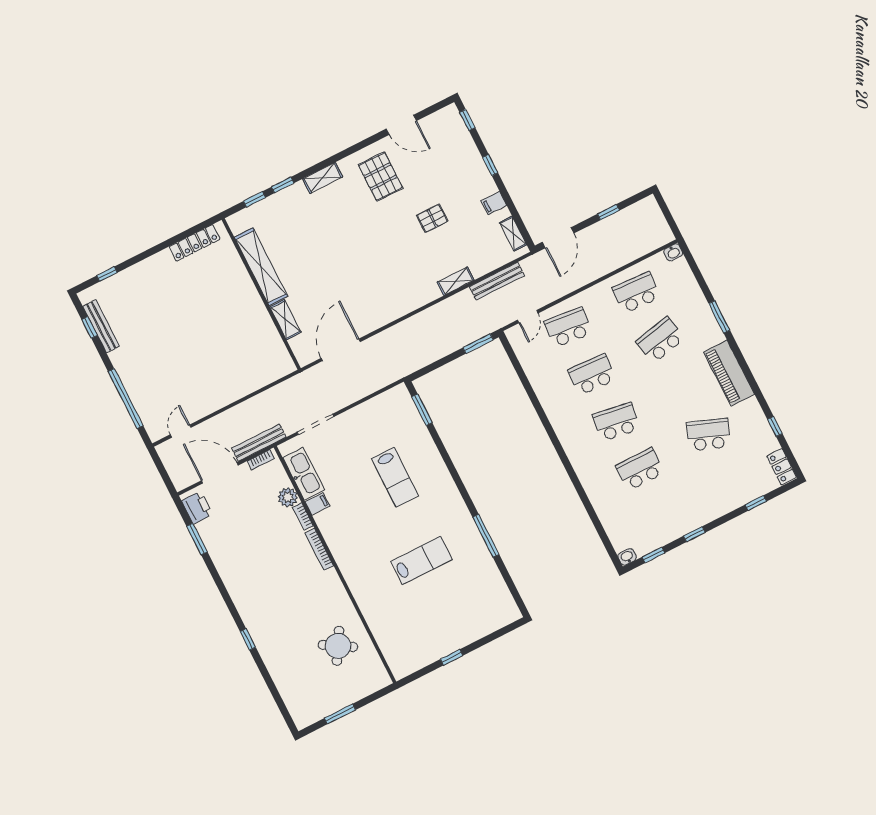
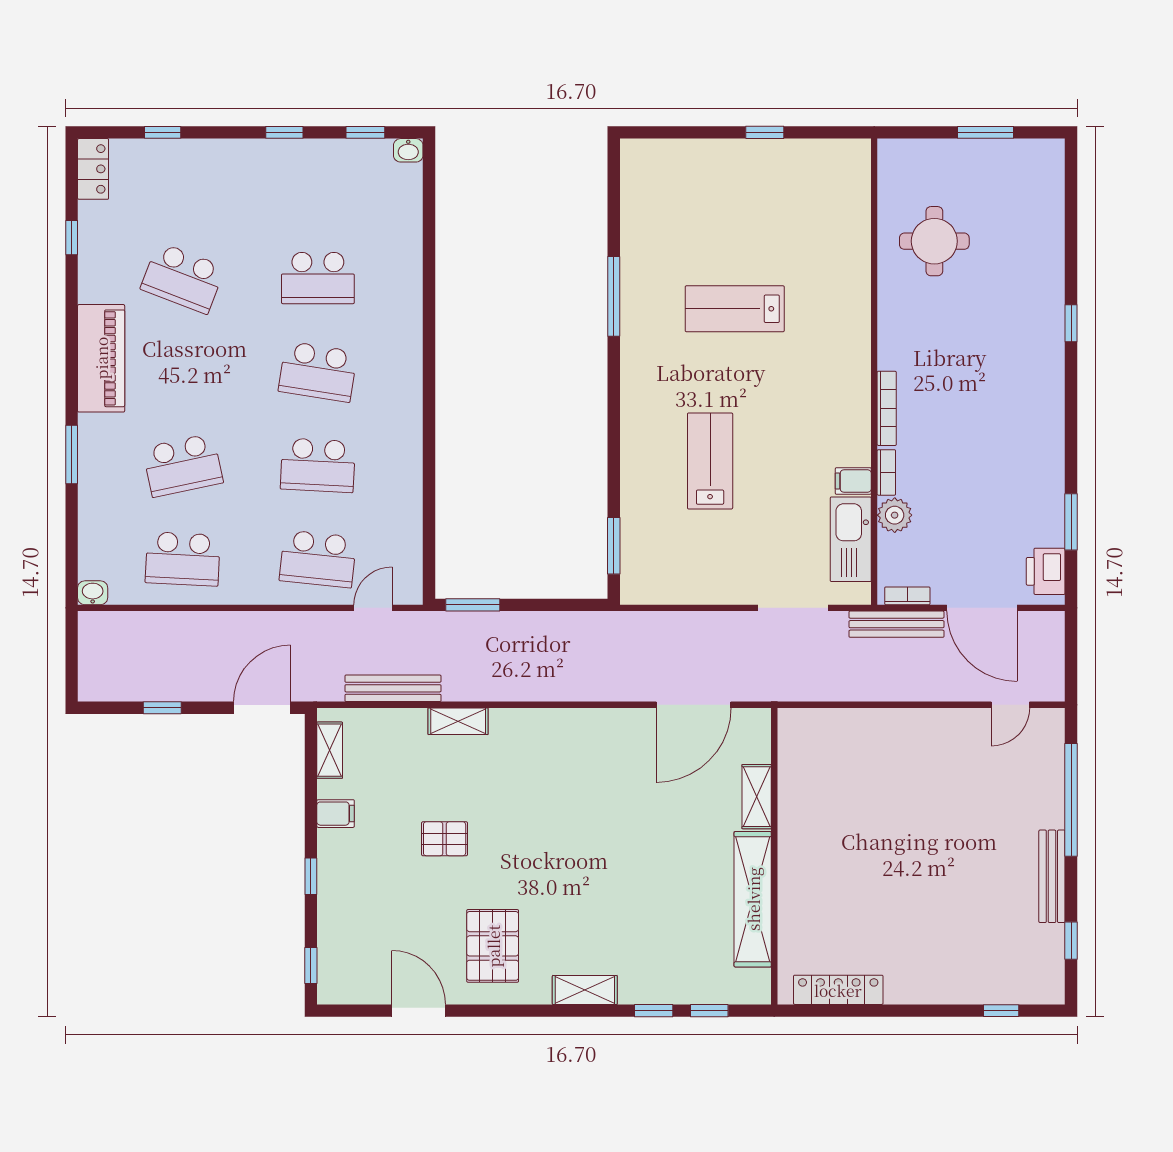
bench: (101, 326) -> (1052, 876), moved
round table: (338, 646) -> (934, 241), turned -31

